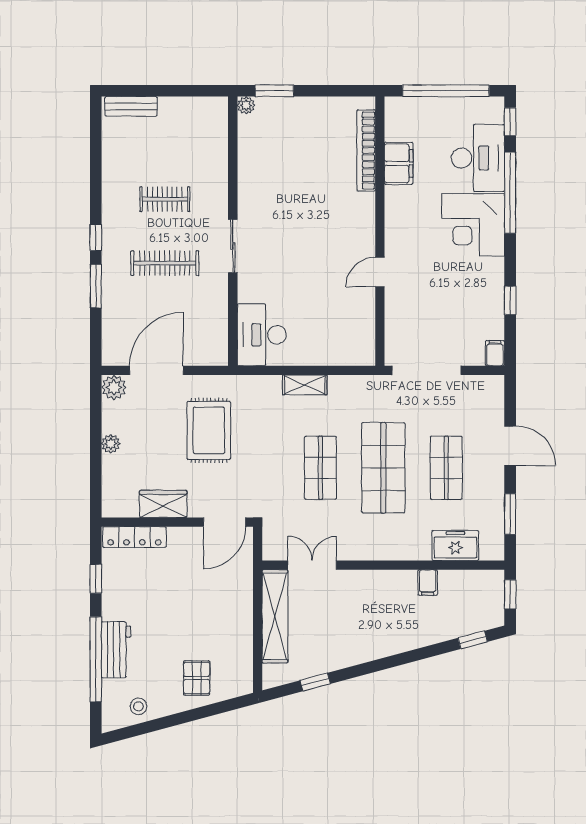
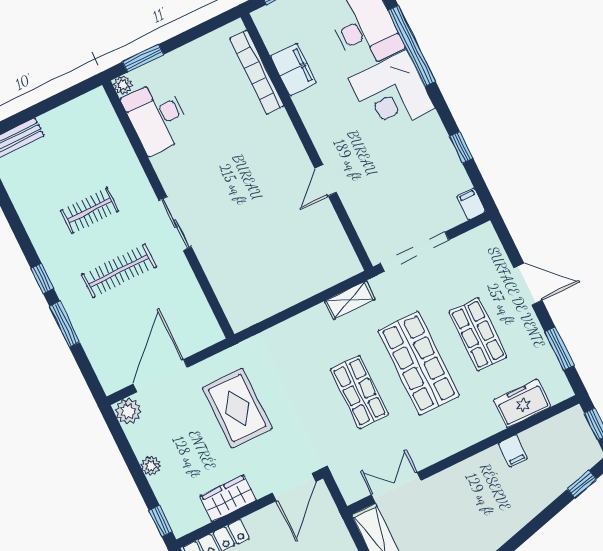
desk: (262, 335) -> (157, 117), moved
shelving: (305, 385) -> (350, 300), moved
window: (96, 495) -> (161, 521), added

